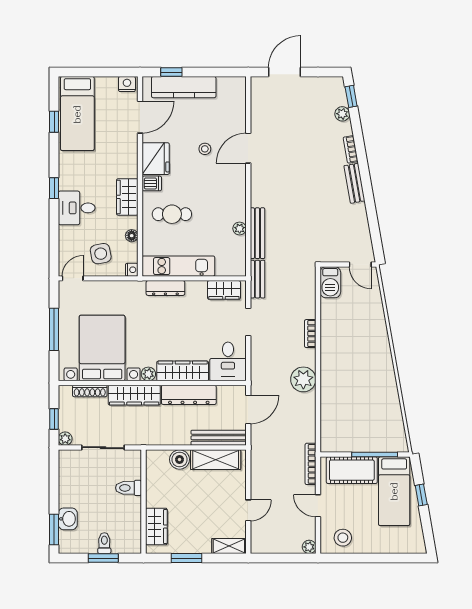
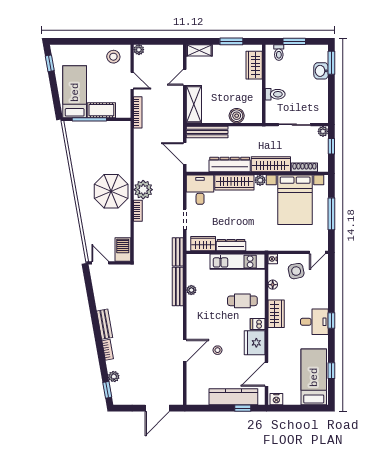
desk: (77, 208) -> (314, 322), moved
dresser: (165, 288) -> (231, 245), moved
parasol: (346, 359) -> (111, 191), added
plant: (303, 379) -> (143, 190), moved
door: (248, 410) -> (185, 153), hinge flipped
shelving: (216, 460) -> (194, 104), moved, turned 90
cot: (352, 470) -> (101, 110), width x0.73, depth x0.75
window: (421, 495) -> (50, 63), moved
toilet: (104, 543) -> (279, 53), moved

